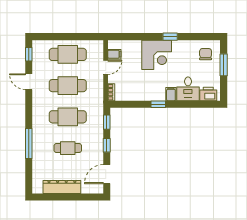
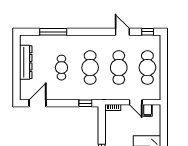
door: (29, 82) -> (122, 32), hinge flipped
window: (29, 143) -> (53, 32), moved
window: (107, 145) -> (64, 103), removed
door: (107, 174) -> (38, 103), hinge flipped

